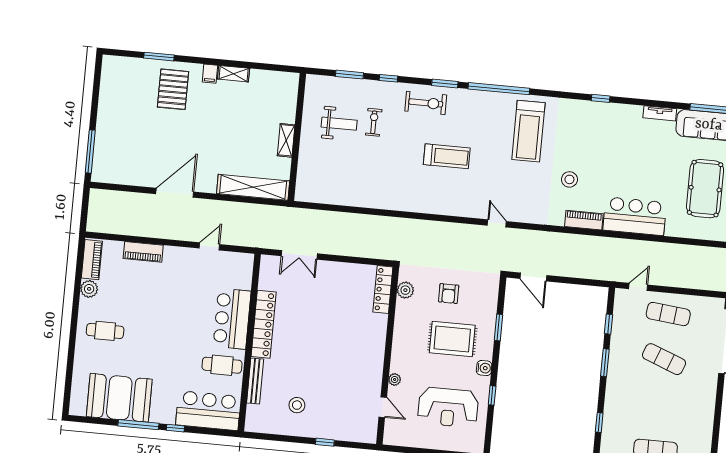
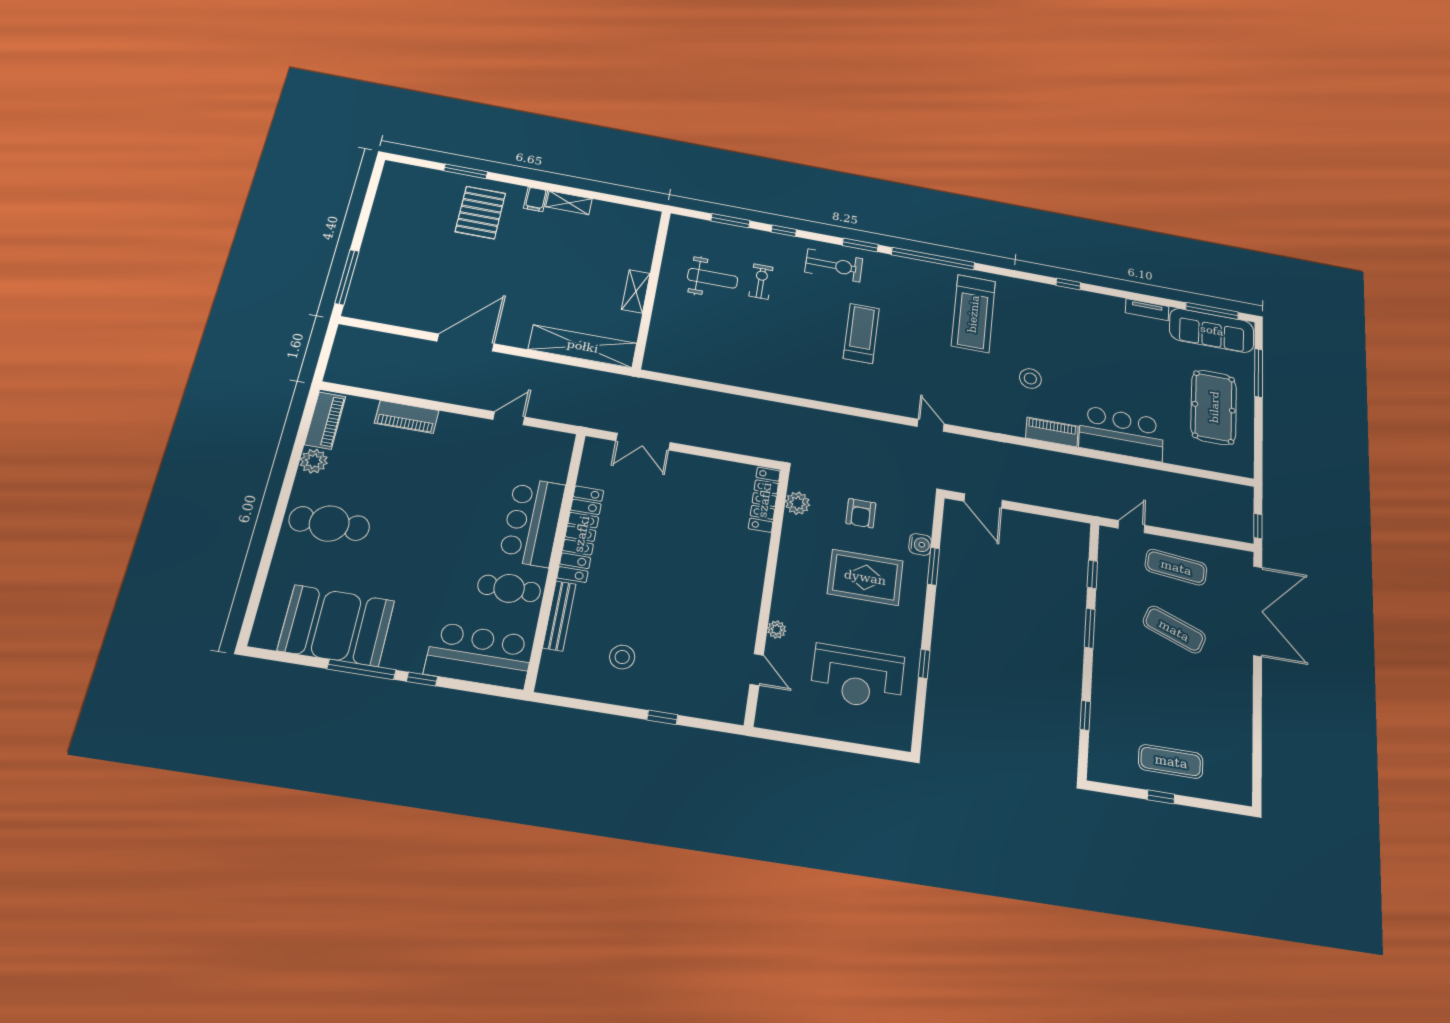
treadmill: (447, 156) -> (861, 333), turned -90
cafe table: (105, 331) -> (329, 523), width x1.37, depth x1.35
water cooler: (484, 368) -> (920, 544), moved

